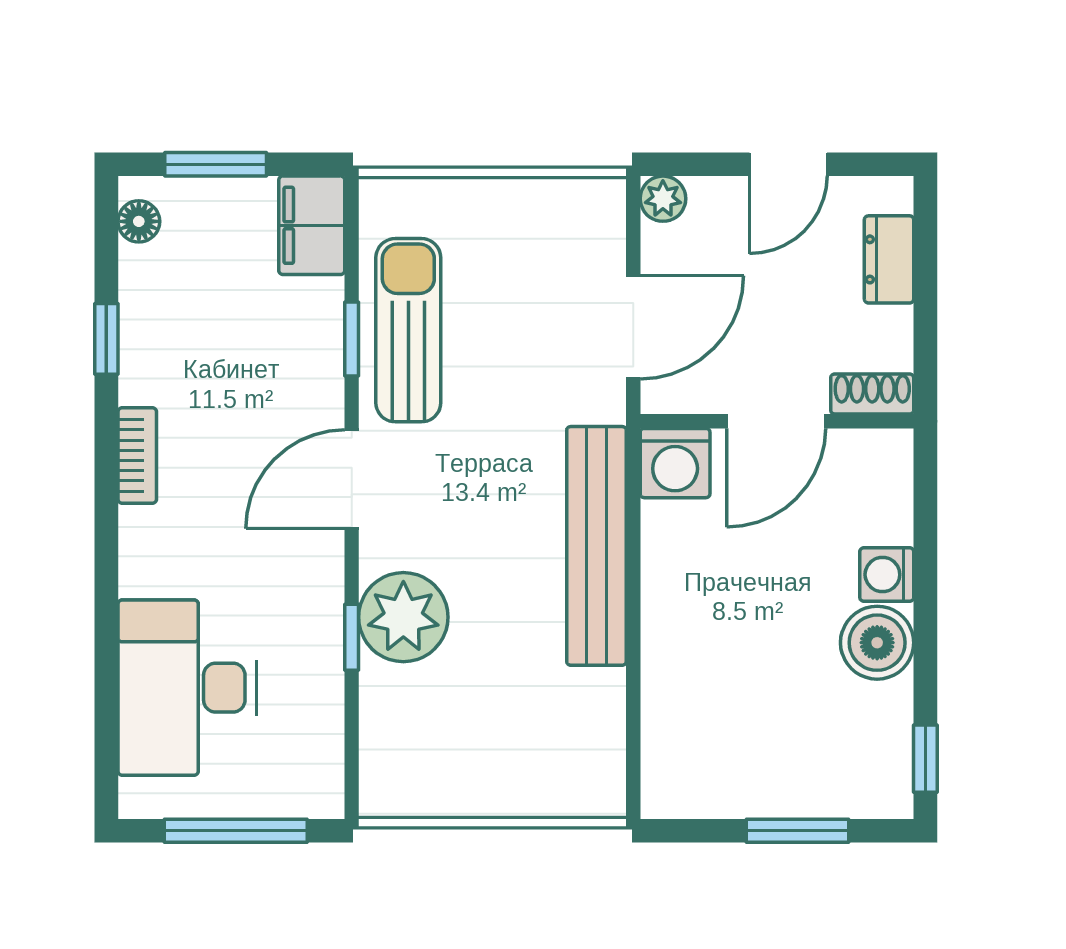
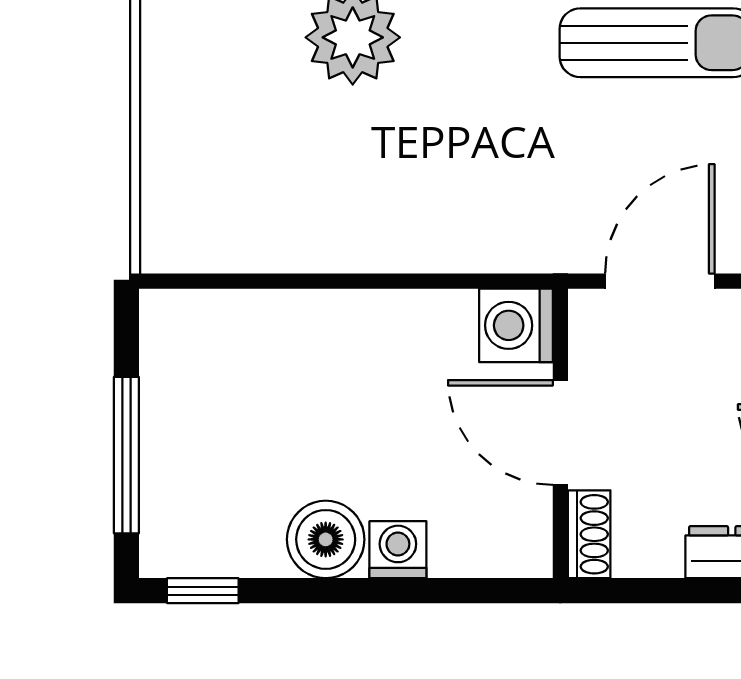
door: (633, 327) -> (660, 281), swing flipped
bench: (596, 546) -> (428, 242), removed
window: (797, 831) -> (126, 455), width x1.44

